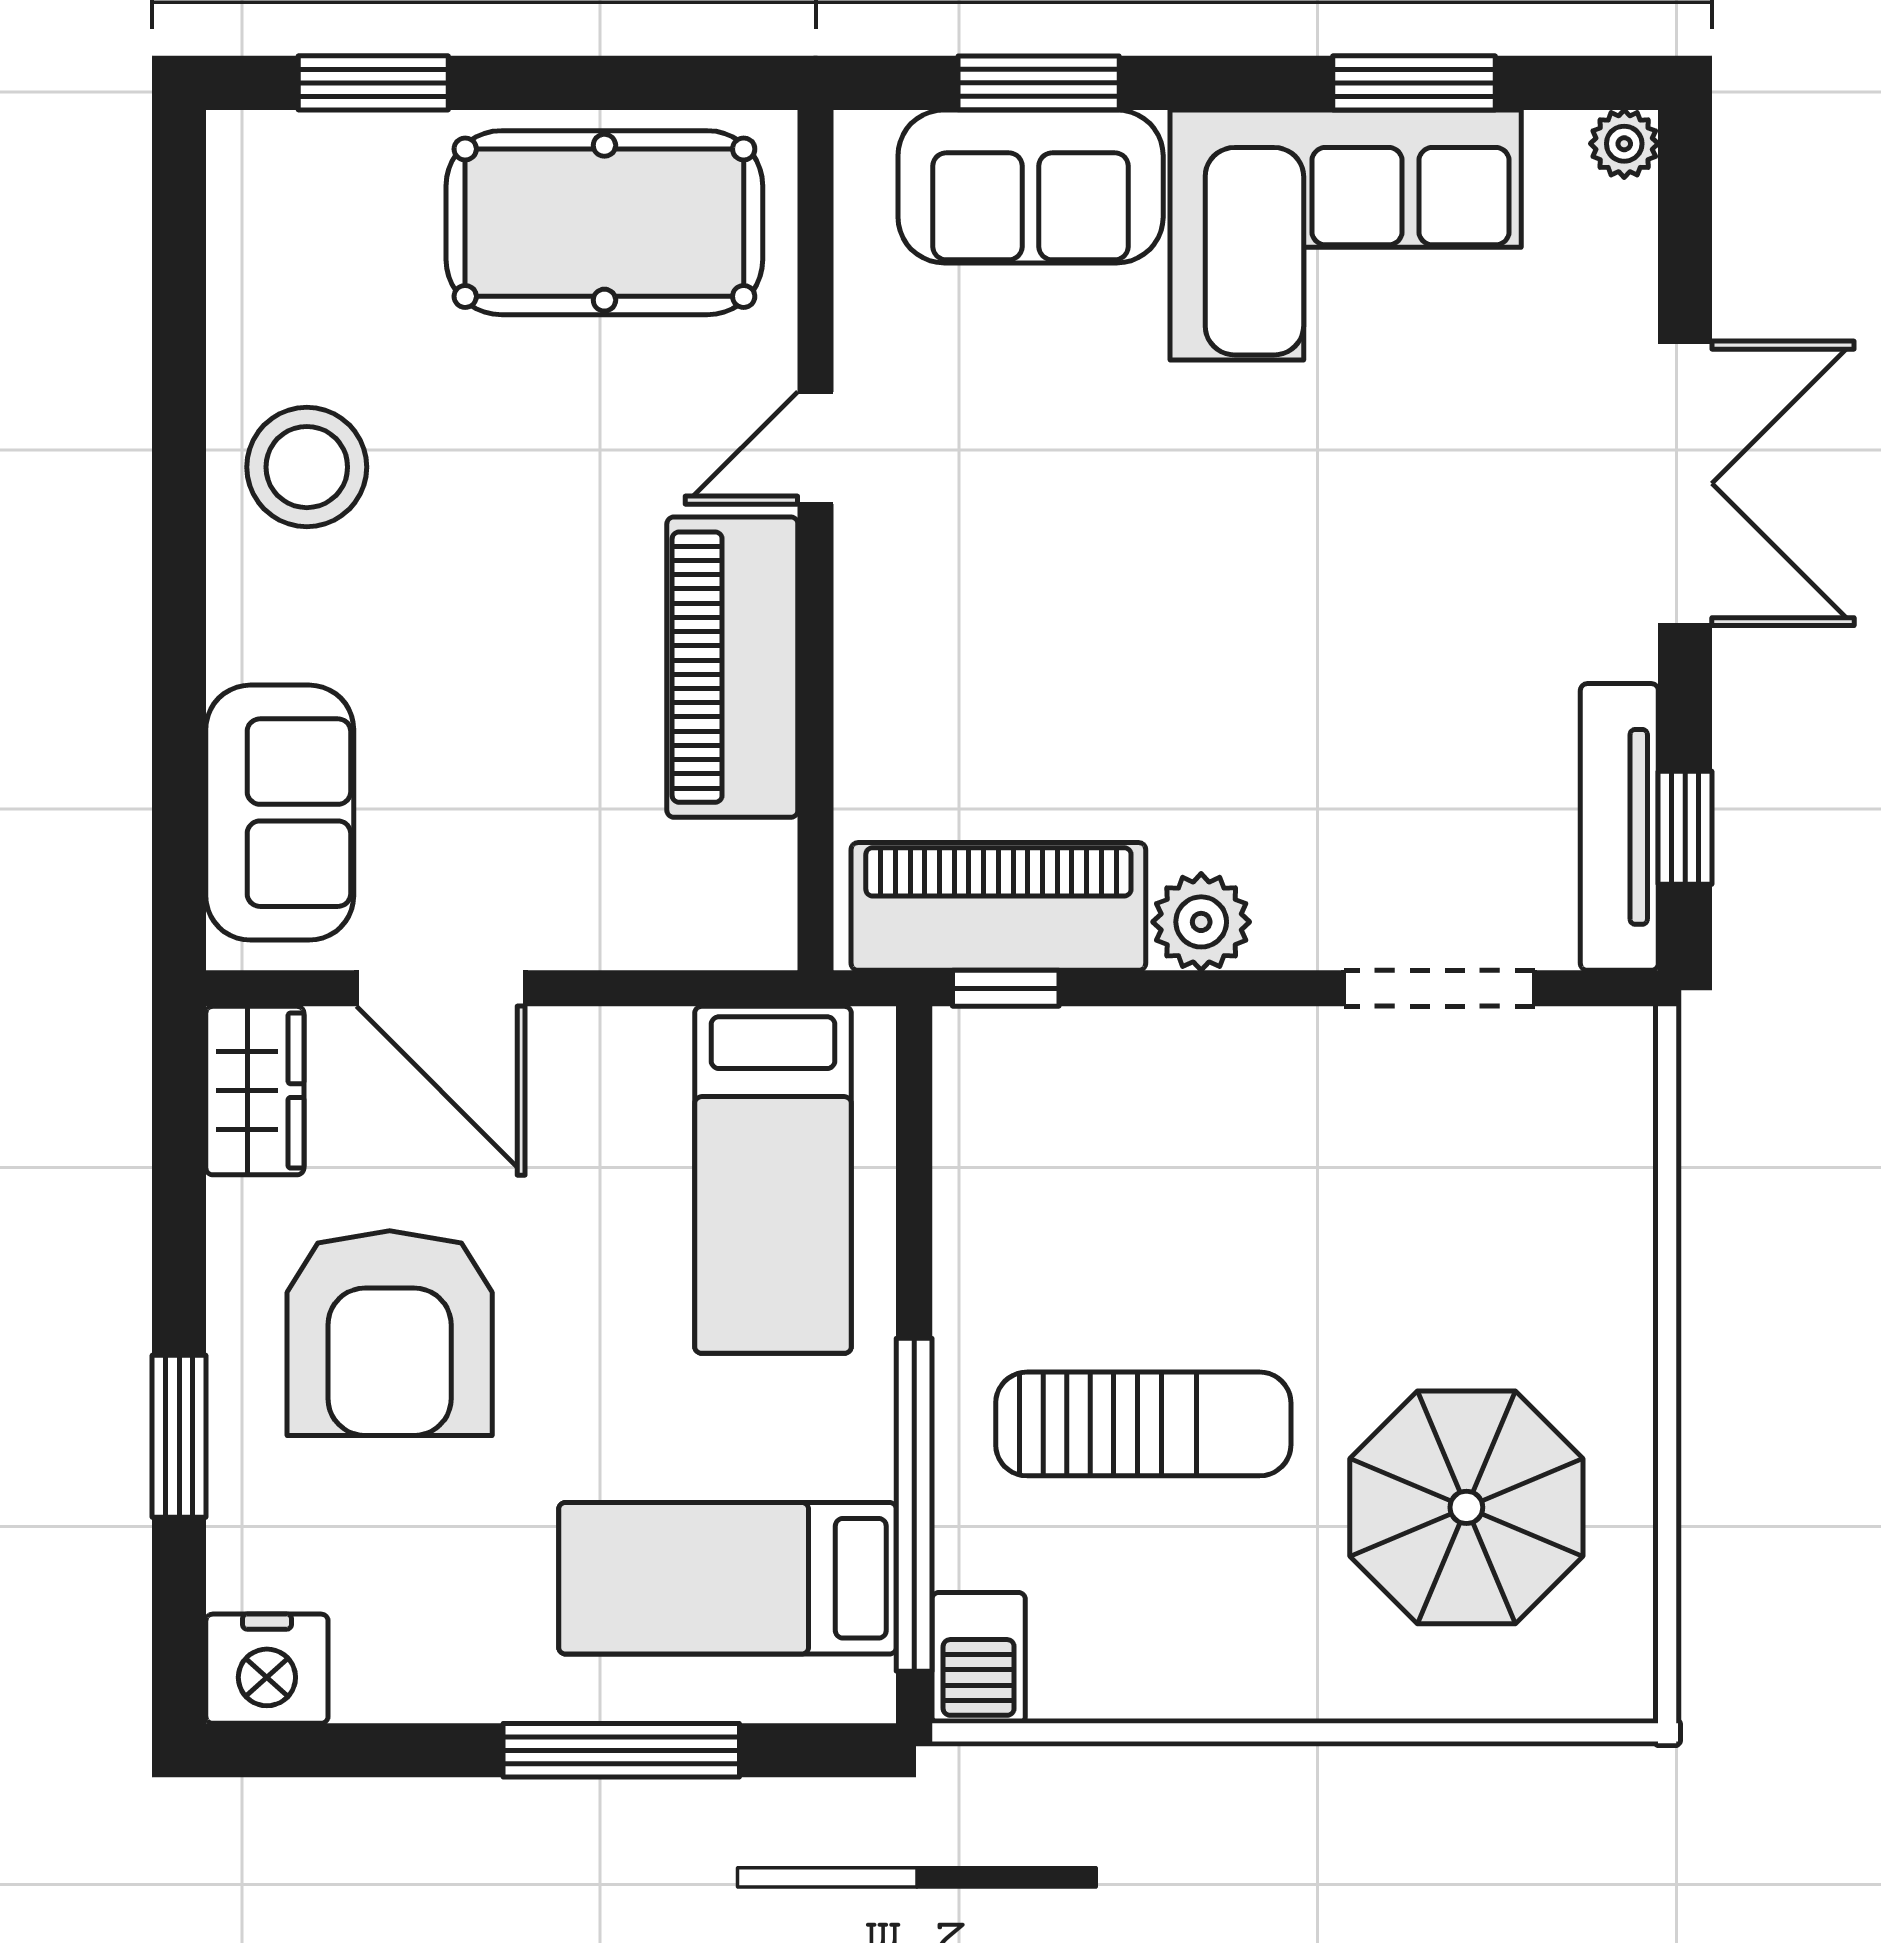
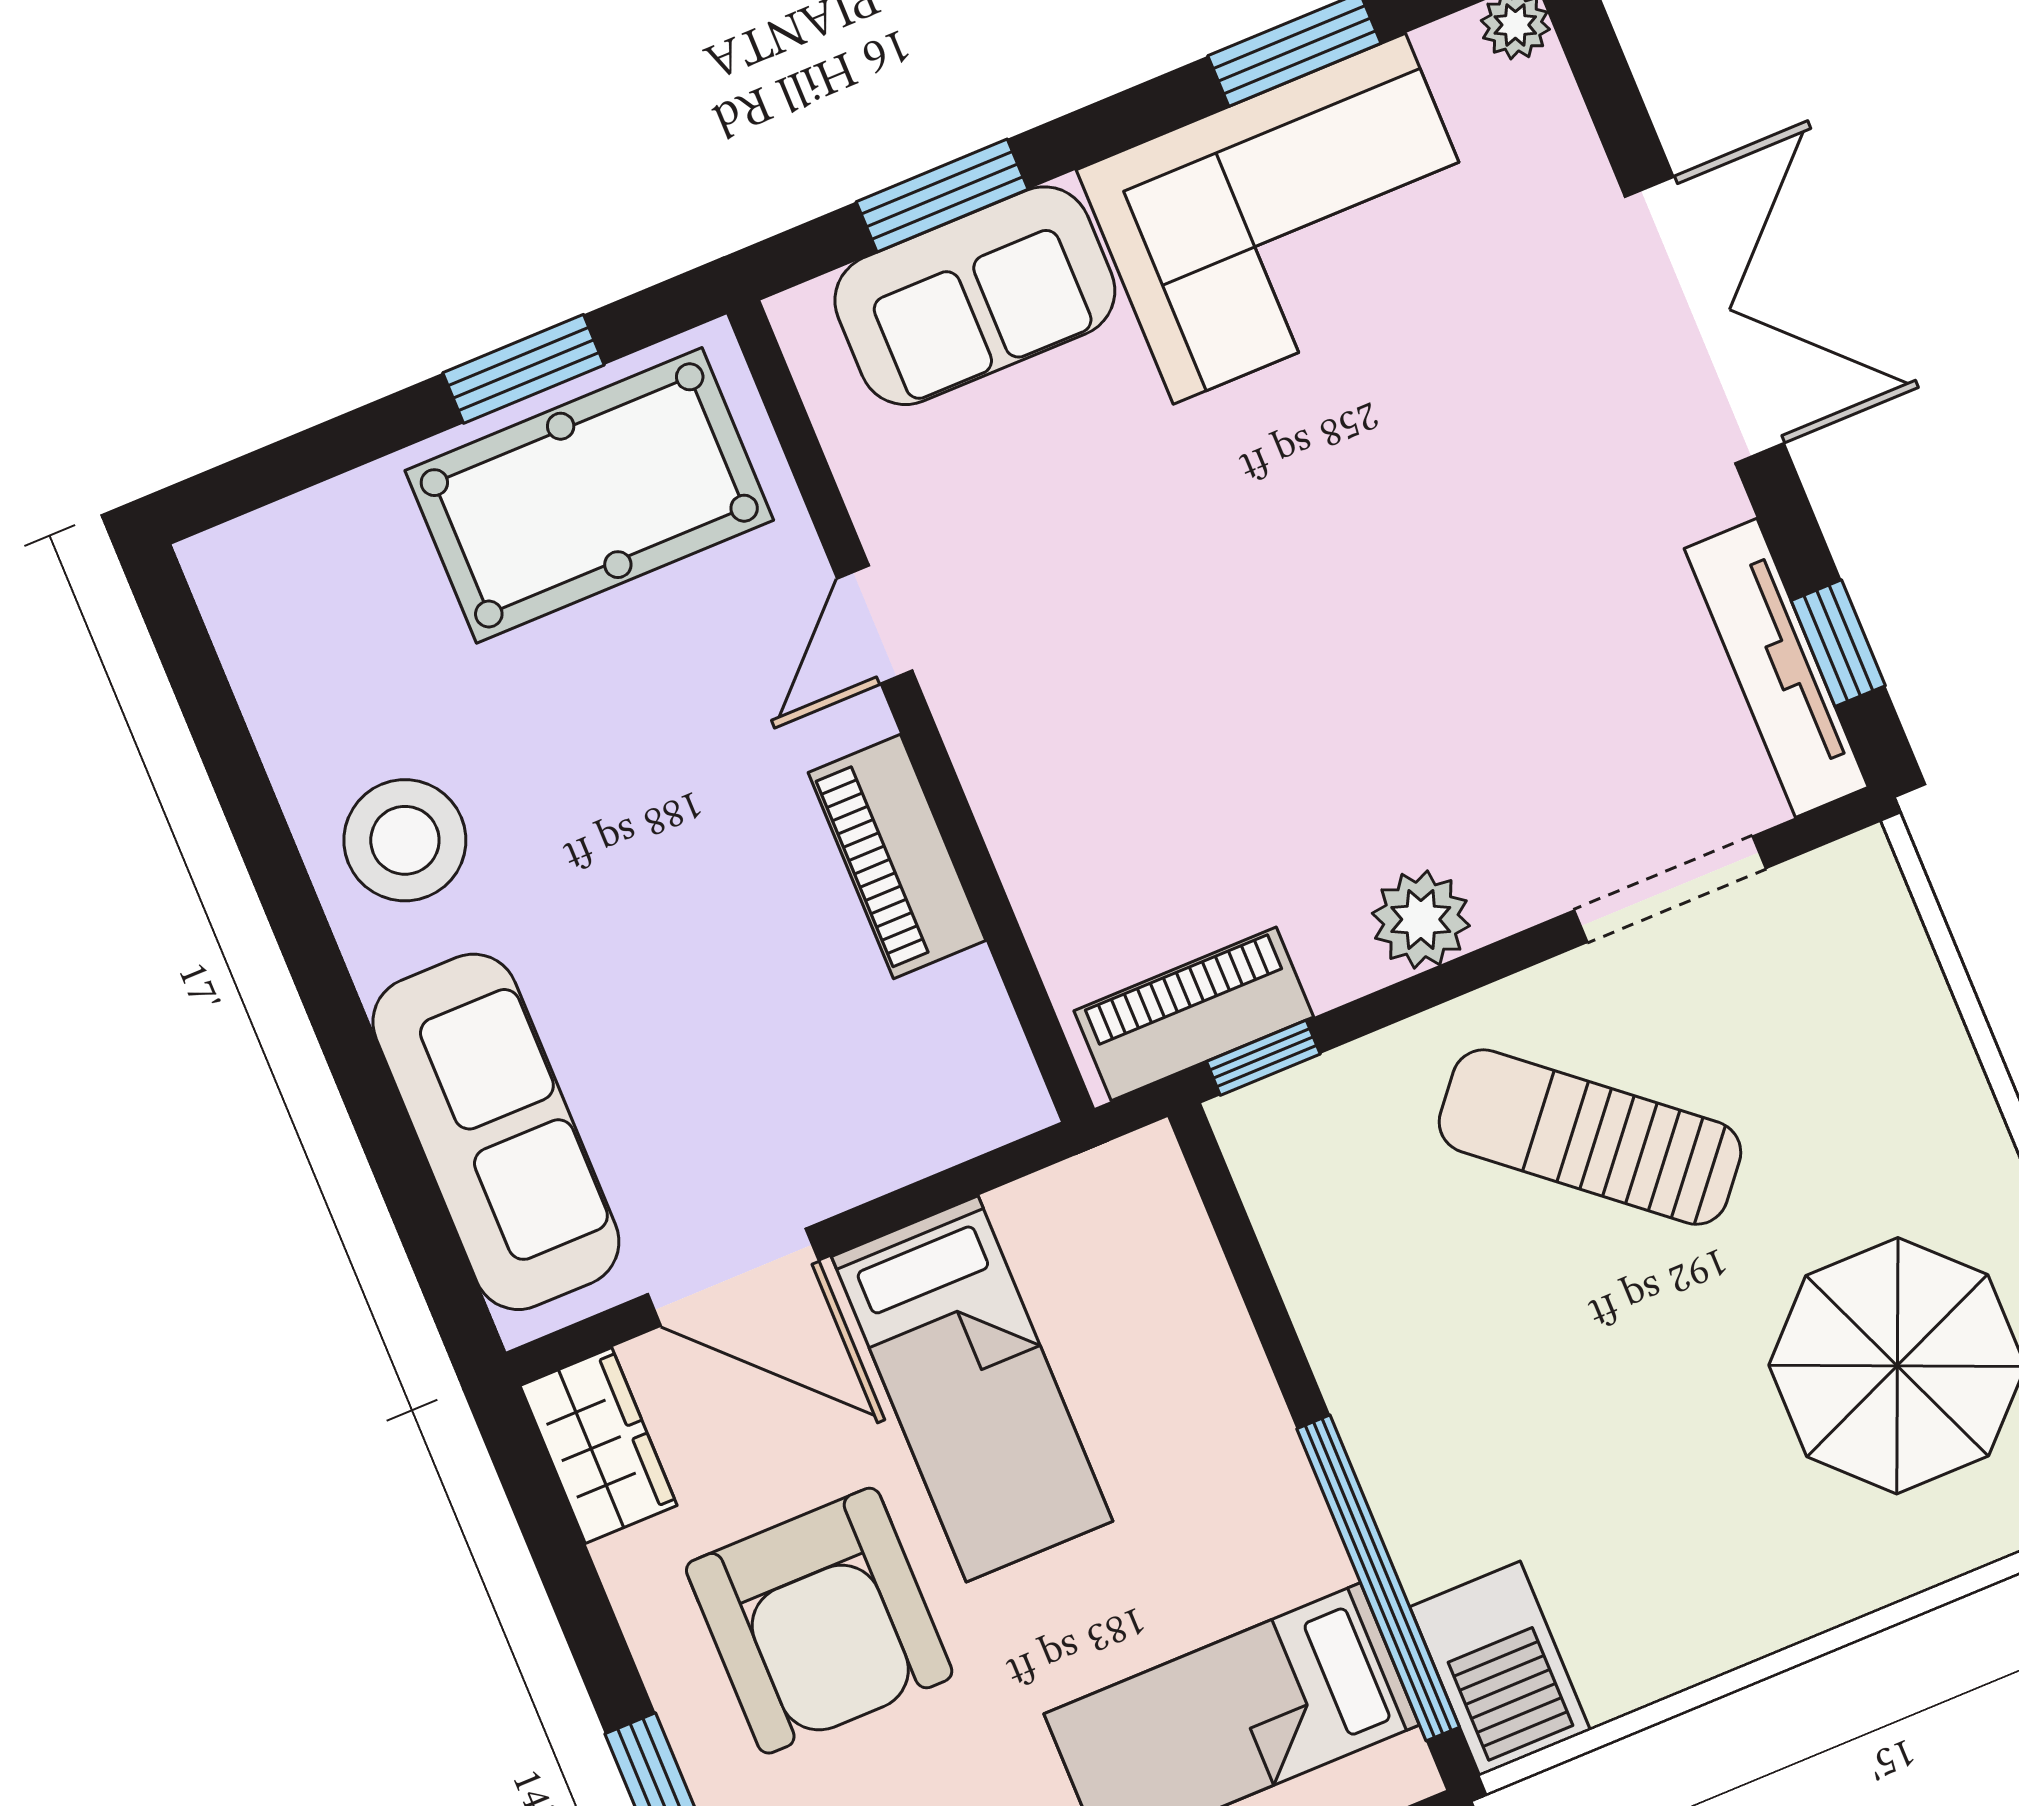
window: (373, 83) -> (523, 369), moved
piano: (732, 667) -> (897, 856), width x0.73, depth x0.75
sofa: (280, 813) -> (496, 1132), width x1.36
piano: (998, 906) -> (1194, 1014), width x0.73, depth x0.75
bed: (773, 1180) -> (972, 1389), moved
sun lounger: (1143, 1424) -> (1590, 1137), moved, turned -140
barbecue: (979, 1658) -> (1500, 1668), width x1.38, depth x1.27

